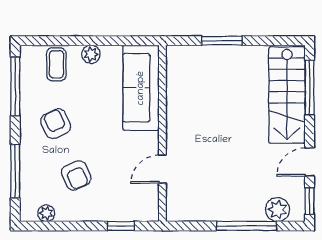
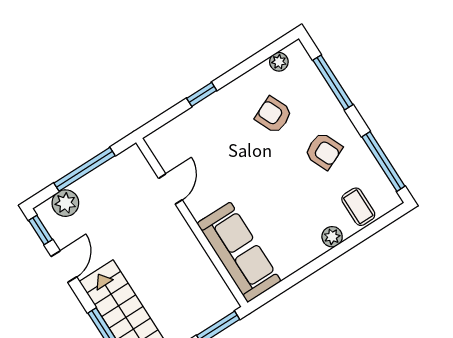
sofa: (141, 88) -> (239, 252), moved
wall: (162, 133) -> (192, 222), moved
door: (162, 169) -> (170, 189), moved

